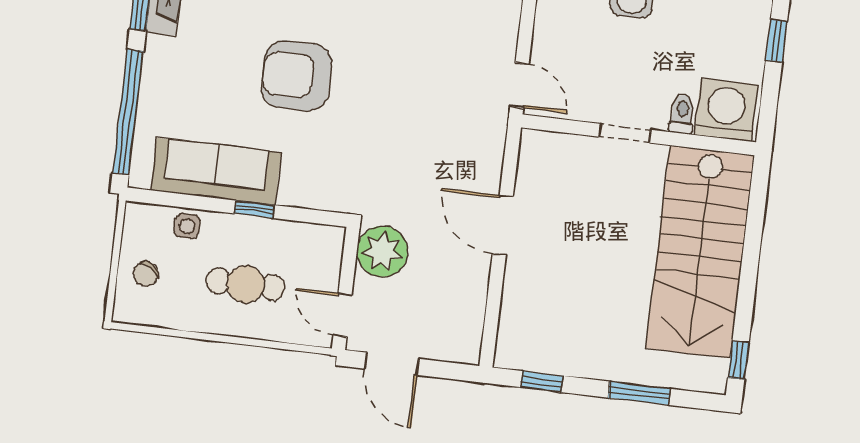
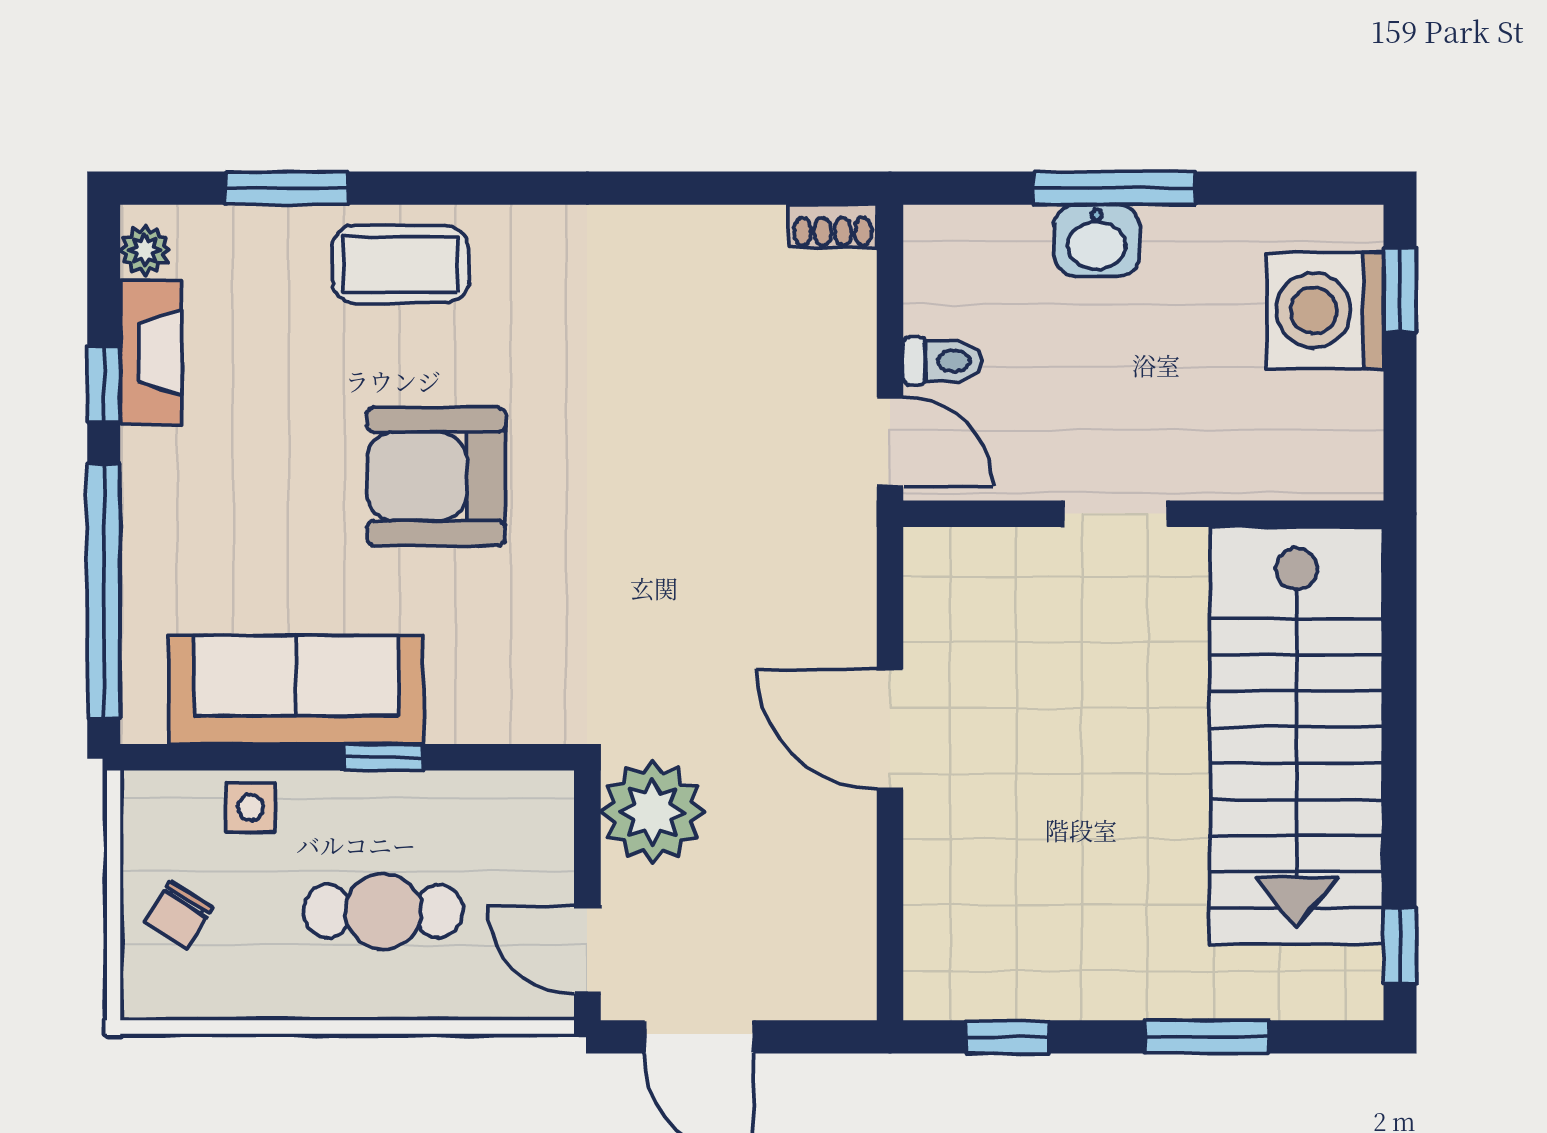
washing machine: (726, 110) -> (1325, 311), moved, turned -90
toilet: (682, 114) -> (943, 361), moved, turned 90

